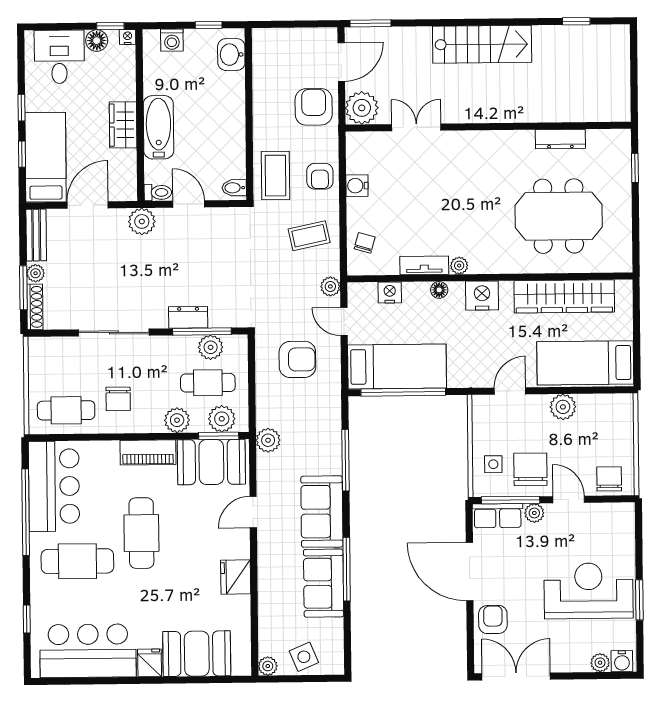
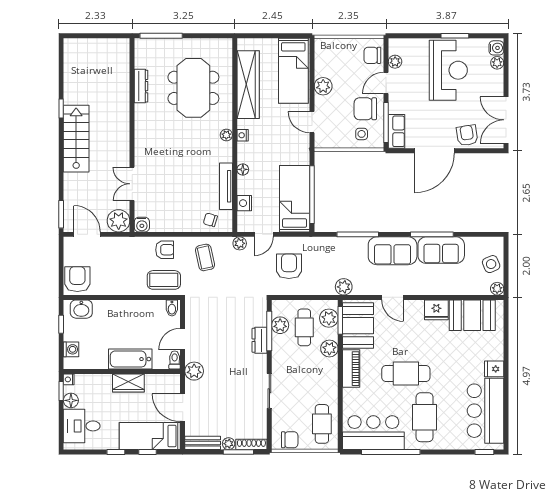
window: (576, 21) -> (61, 109), moved
armchair: (314, 107) -> (77, 279), moved, turned 90
window: (635, 168) -> (161, 36), width x2.17
water cooler: (357, 186) -> (142, 225), moved
tv unit: (424, 265) -> (226, 186), width x1.41
plant: (459, 266) -> (226, 135), moved
nightstand: (482, 296) -> (243, 135), width x0.53, depth x0.56
sliding door: (114, 332) -> (269, 391), width x0.73
chair: (118, 399) -> (290, 440), moved
plant: (534, 513) -> (395, 62), moved
reception desk: (588, 591) -> (448, 70), turned 180
window: (27, 619) -> (484, 452), moved
armchair: (493, 619) -> (467, 135), turned 81
booth: (197, 654) -> (472, 315), moved, turned 90

